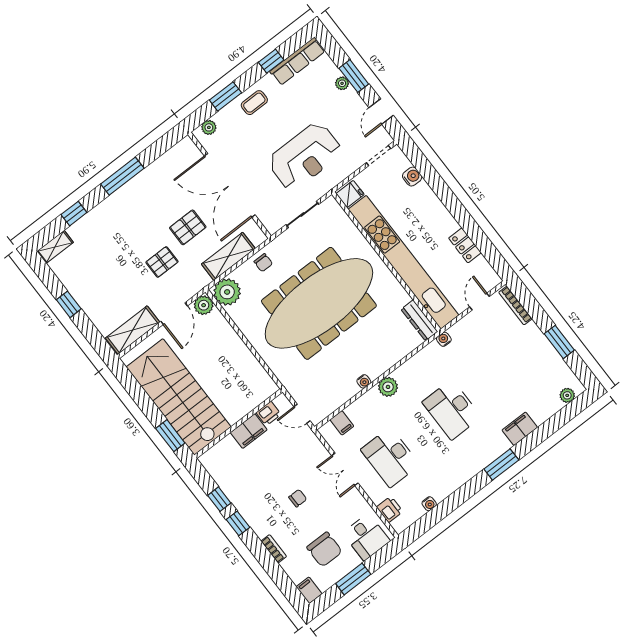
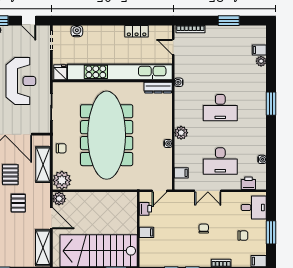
plant: (567, 395) -> (261, 61), moved
filing cabinet: (520, 429) -> (259, 50), moved, width x0.50
filing cabinet: (249, 431) -> (147, 232), width x0.50
chair: (325, 549) -> (243, 236), width x0.54, depth x0.54

